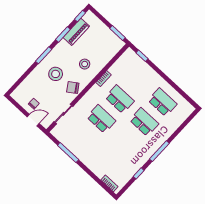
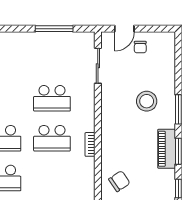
piano: (76, 32) -> (167, 149), moved
stool: (85, 64) -> (125, 141), removed
chair: (73, 88) -> (119, 181), moved

